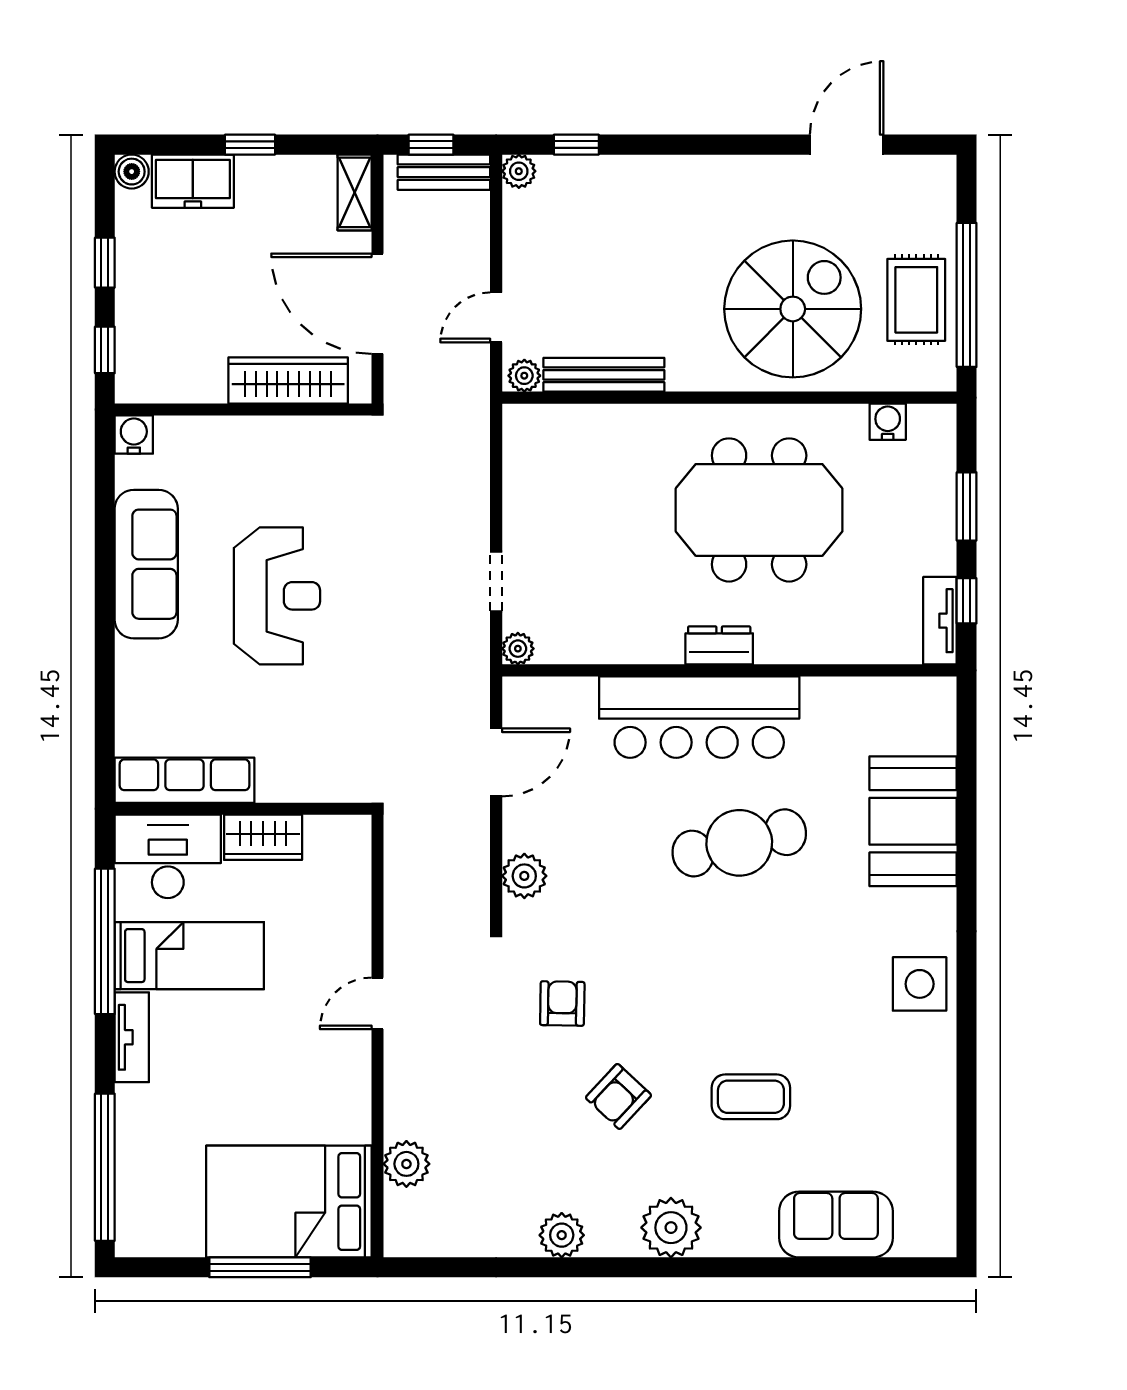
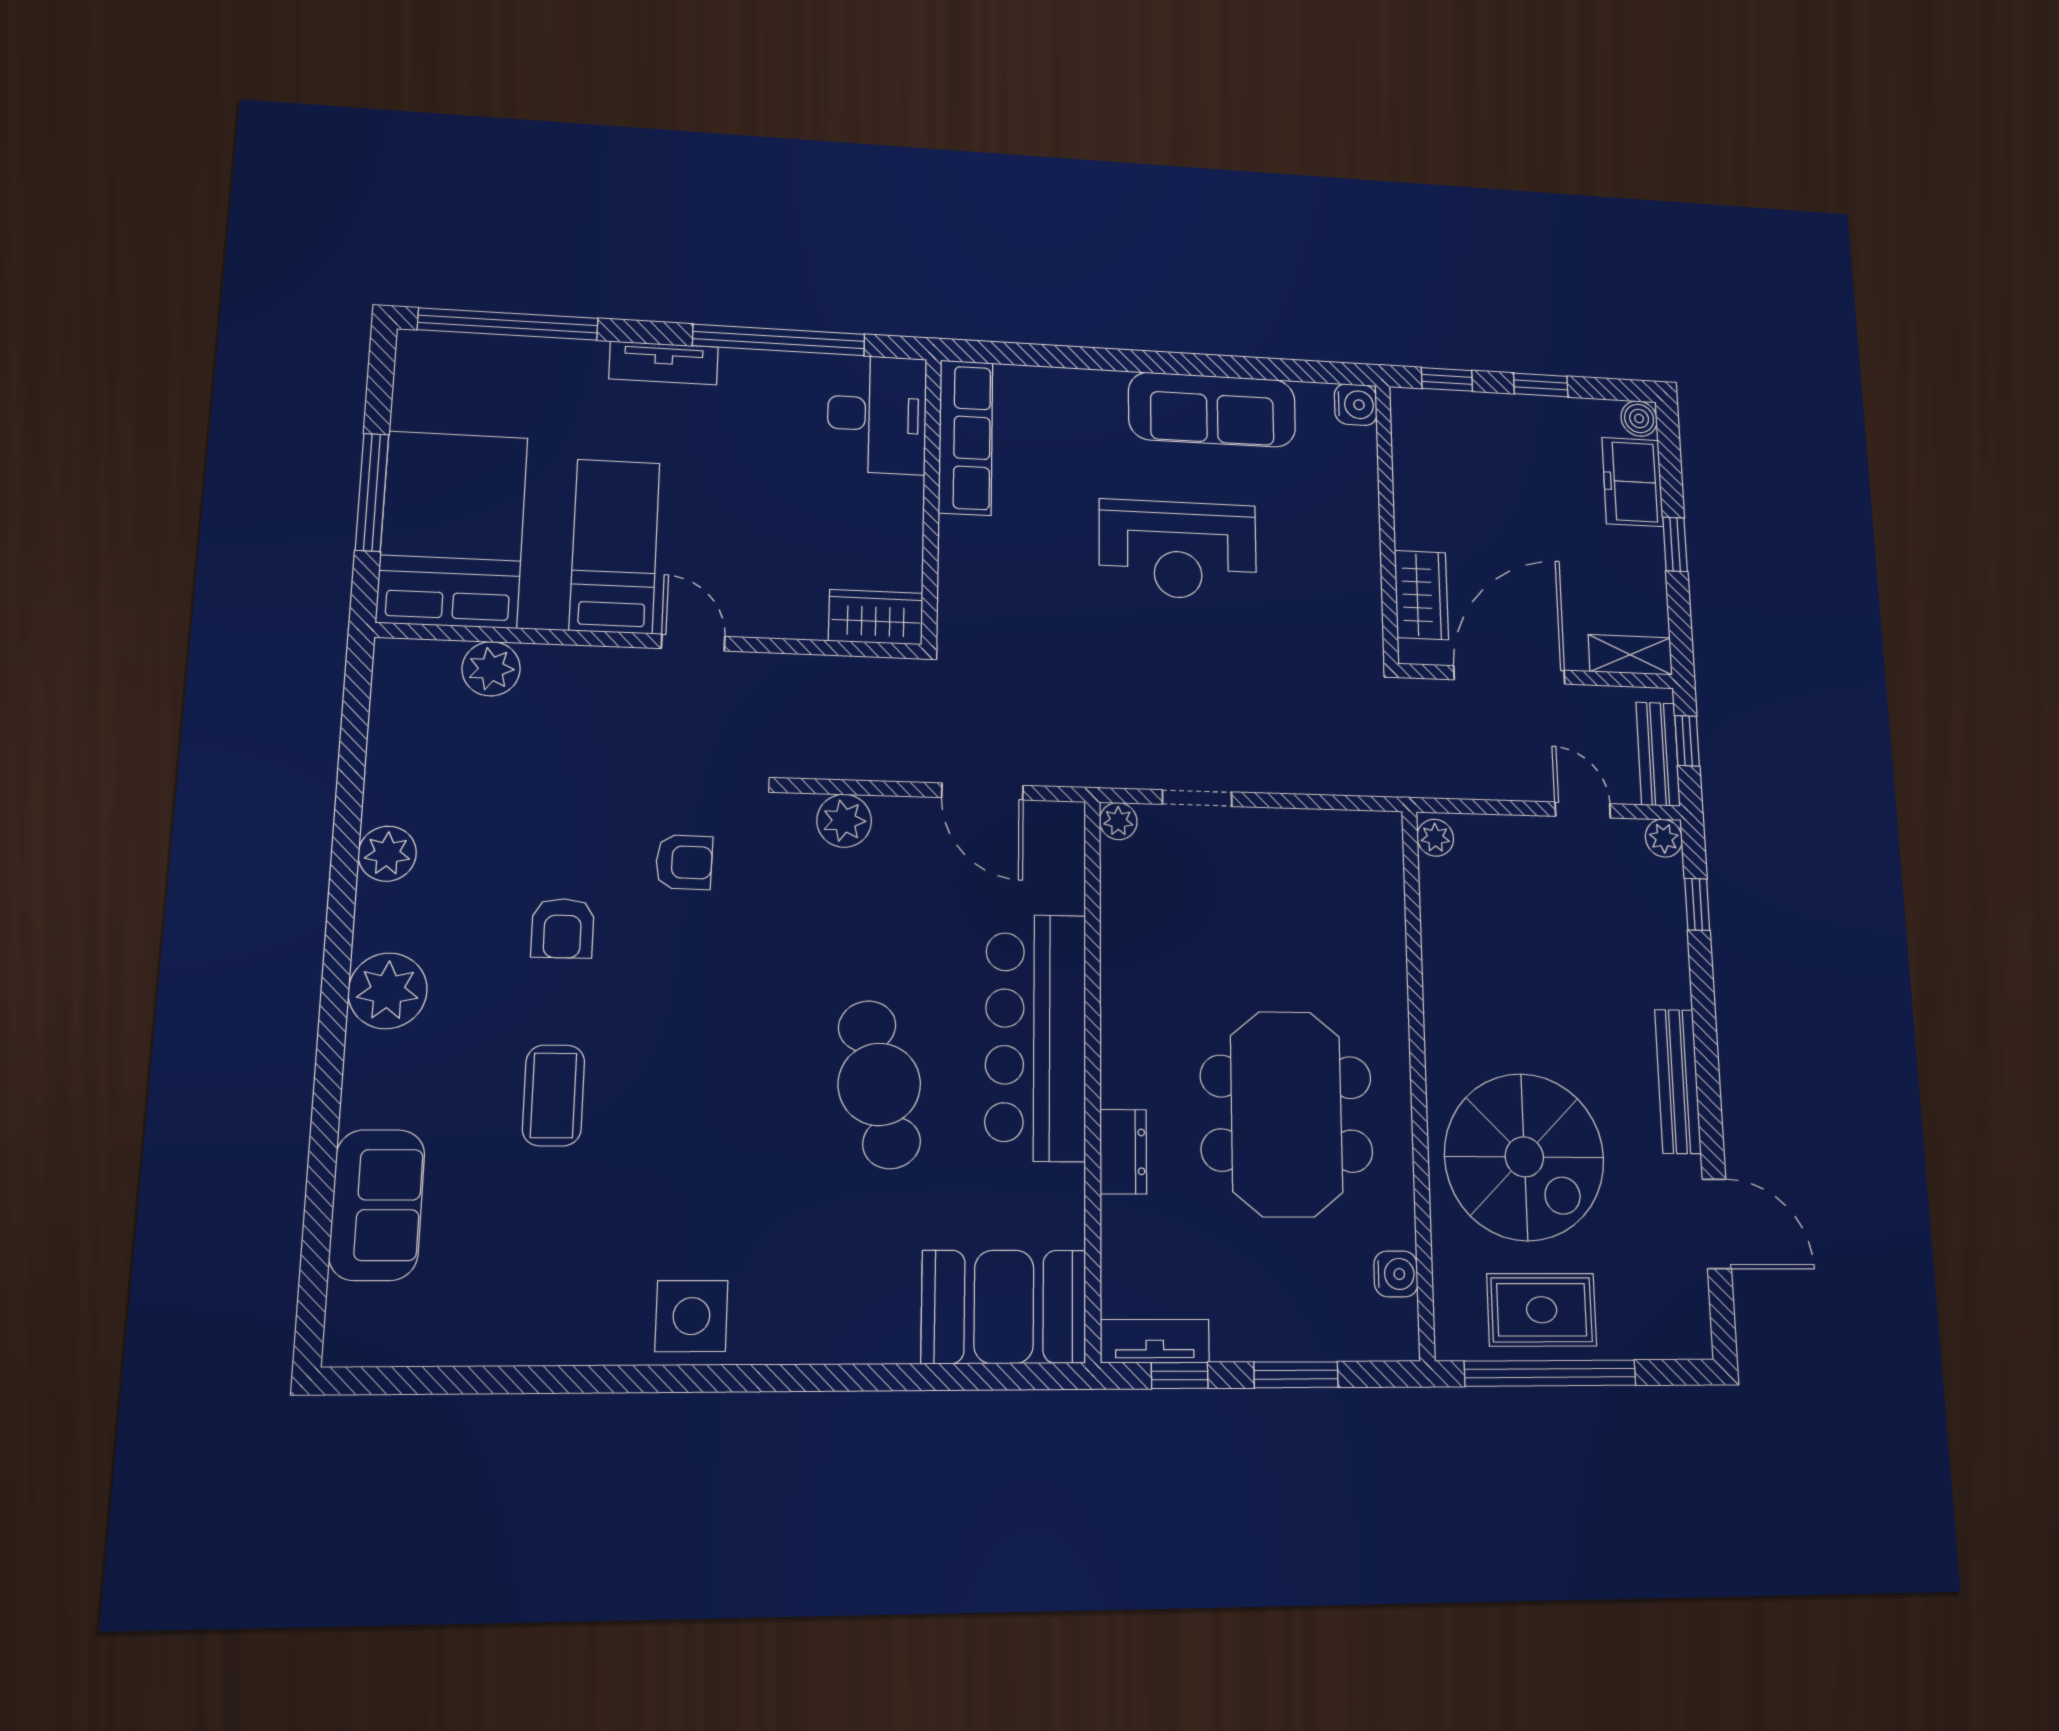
door: (496, 317) -> (1583, 810), moved
bench: (604, 375) -> (1678, 1081), moved
wardrobe: (288, 380) -> (1421, 595), width x0.67
dresser: (719, 645) -> (1123, 1152), moved
booth: (913, 821) -> (1004, 1307), moved
wardrobe: (263, 837) -> (876, 617), moved, turned 90
bed: (189, 956) -> (615, 546), moved, turned 180
armchair: (618, 1096) -> (563, 928), turned -133

